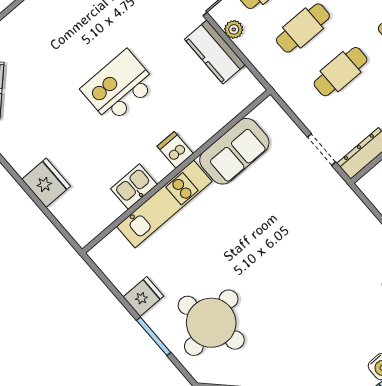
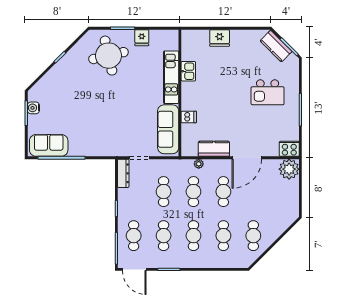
plant: (234, 29) -> (199, 164), moved
kitchen island: (119, 87) -> (268, 92), moved, turned 90
dishwasher: (175, 150) -> (189, 117), moved
sofa: (234, 151) -> (168, 129), width x1.36

